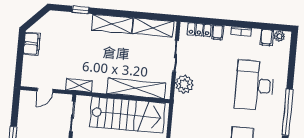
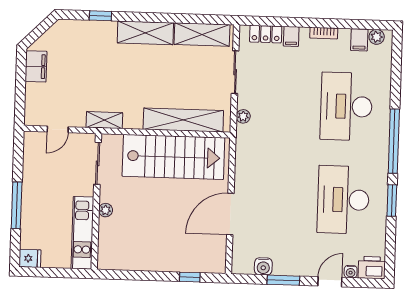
plant: (184, 84) -> (243, 116), width x0.53, depth x0.53

